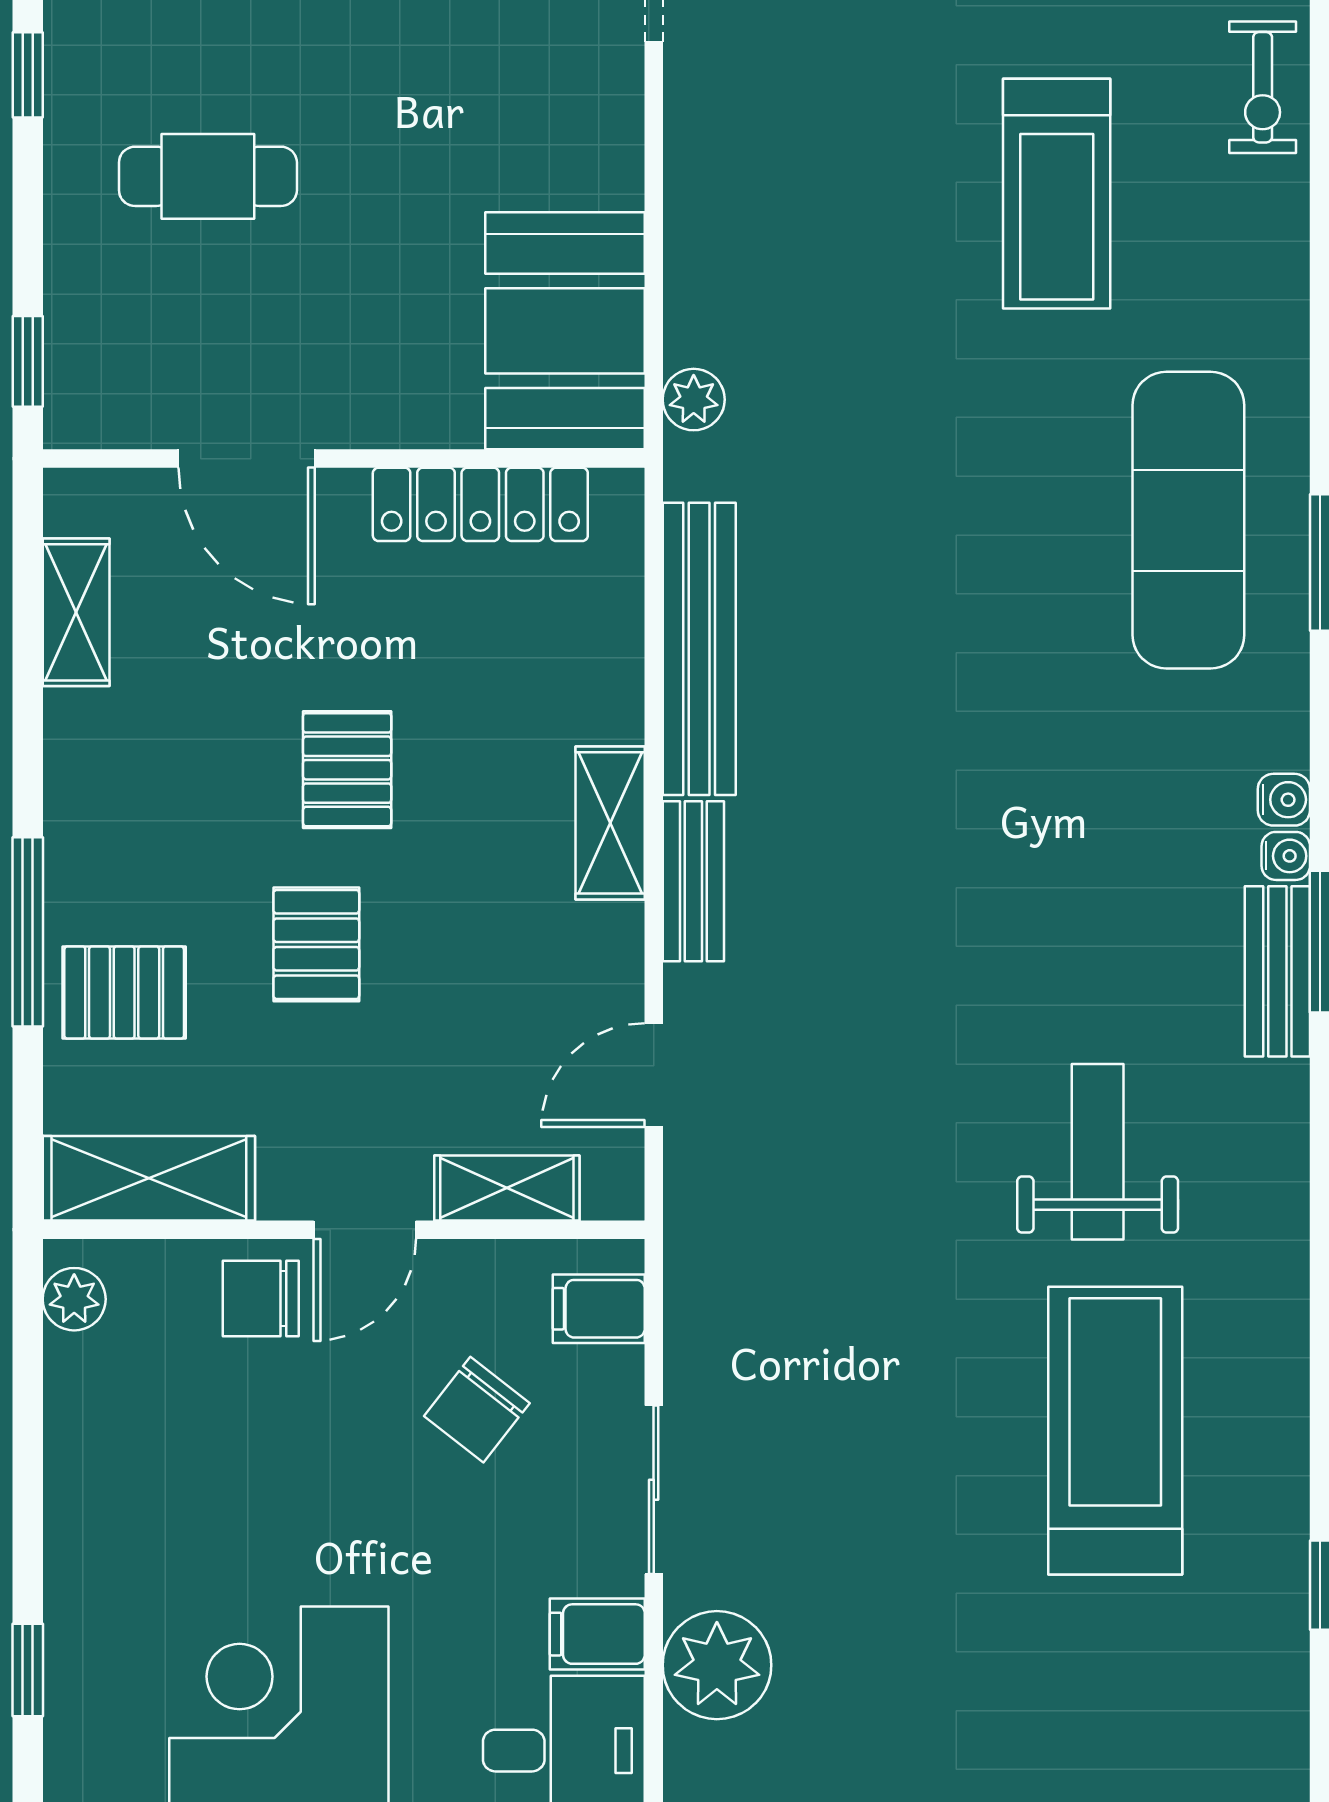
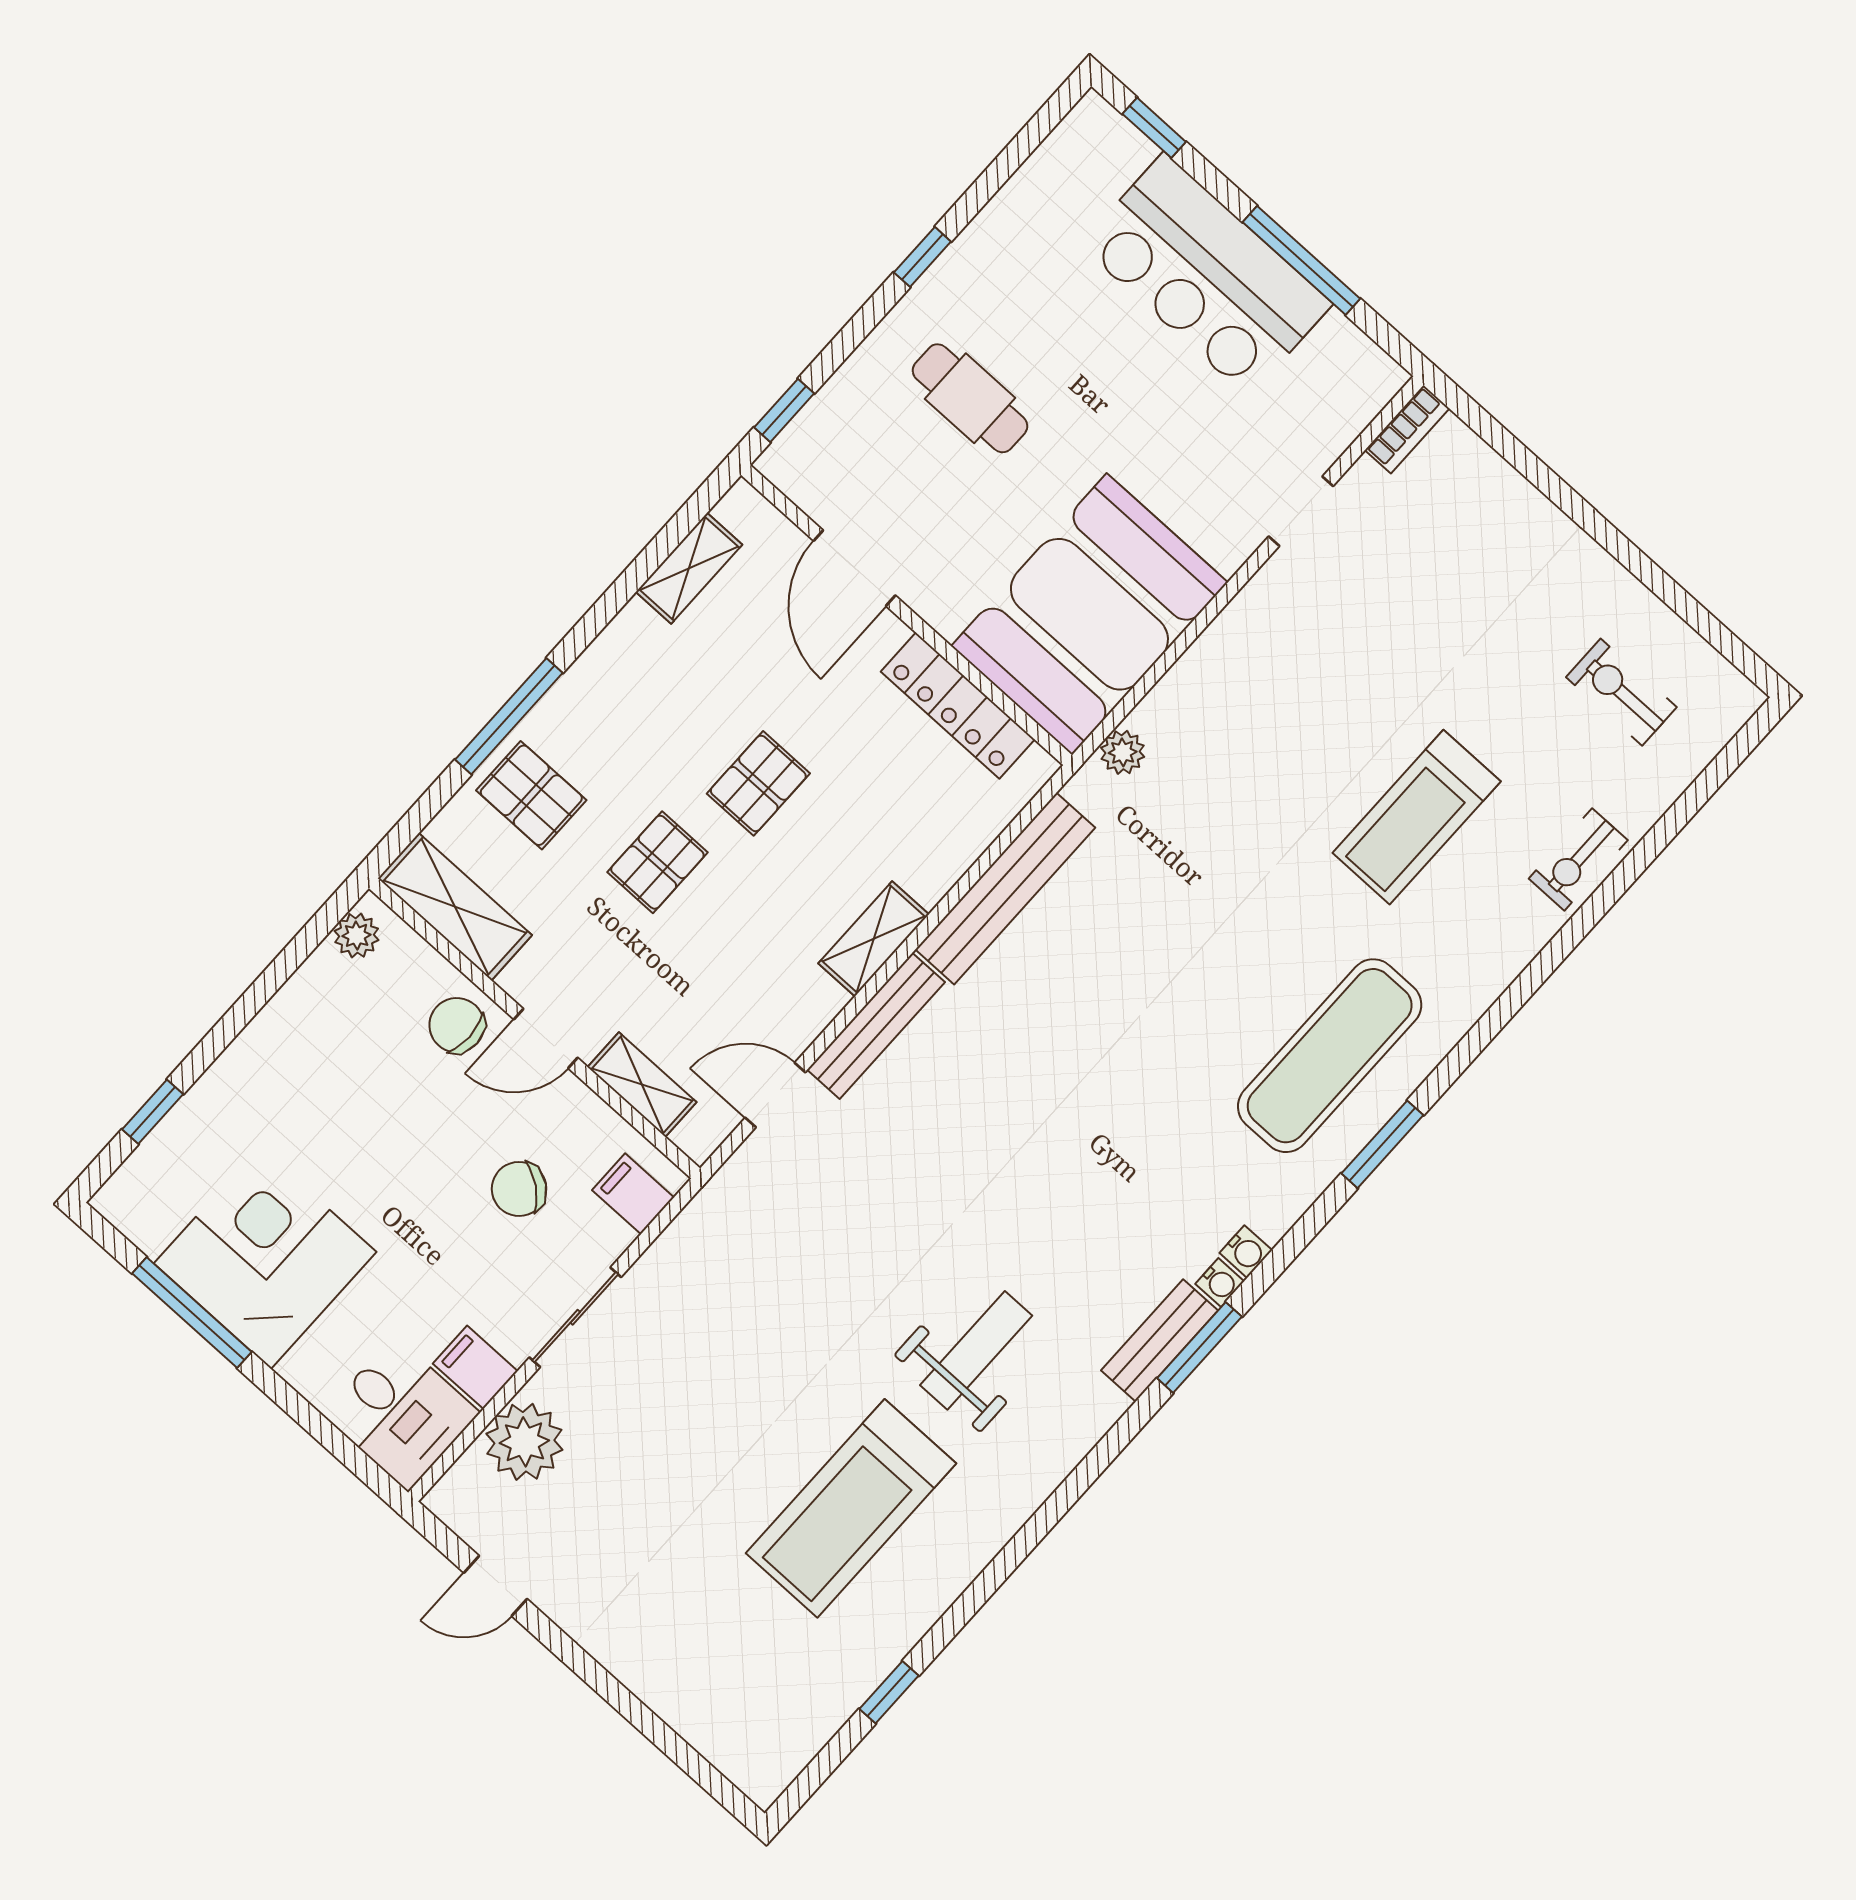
booth: (565, 331) -> (1089, 614), width x1.36, depth x1.42
bench: (693, 881) -> (876, 1026), width x1.36
treadmill: (1115, 1431) -> (851, 1508), turned 180

